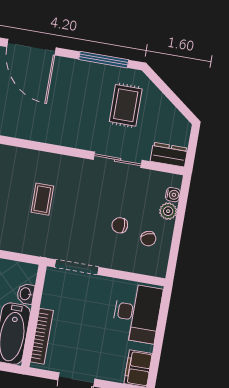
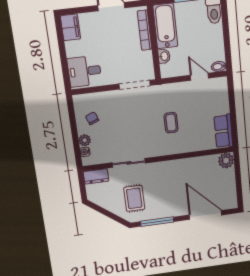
chair: (120, 225) -> (114, 121), removed
desk: (137, 313) -> (84, 71), width x0.73

